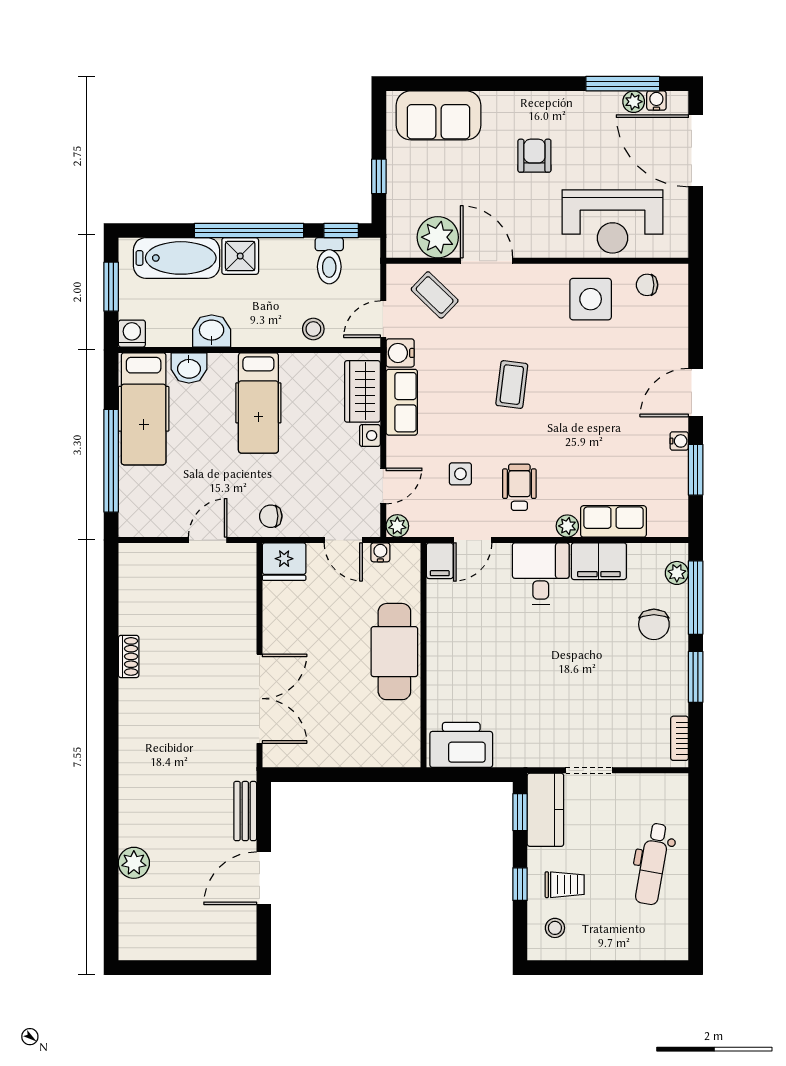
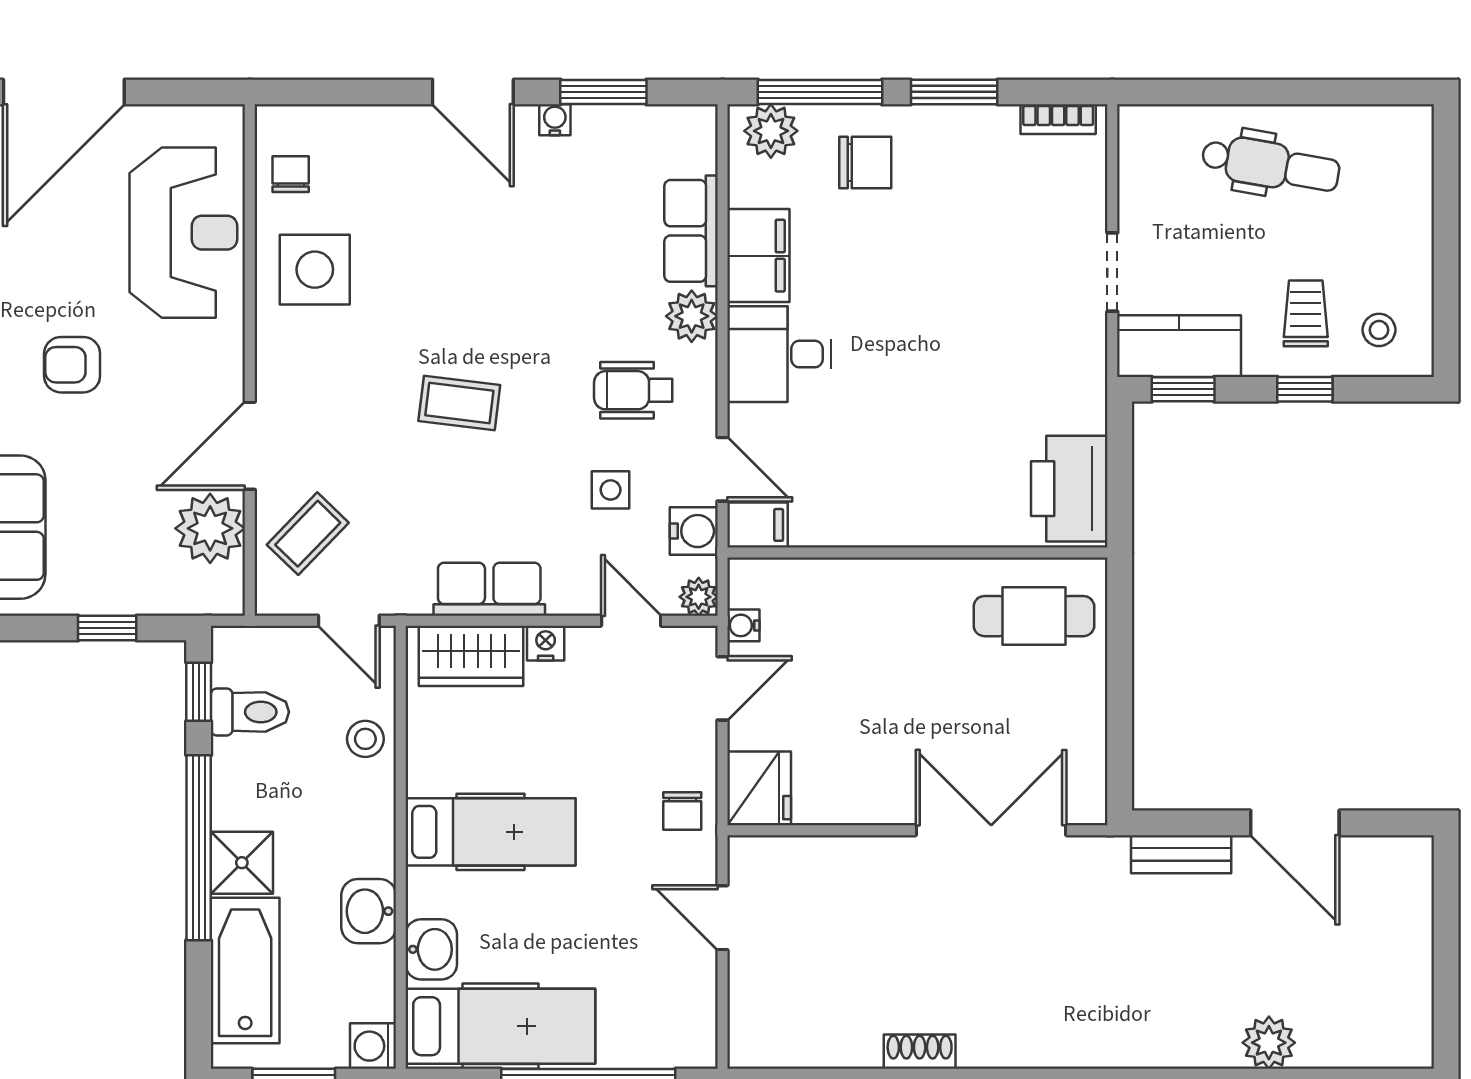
chair: (647, 285) -> (291, 174), turned 180
water cooler: (400, 353) -> (694, 531), moved, turned -90
plant: (567, 526) -> (692, 316), width x1.38, depth x1.38
plant: (677, 573) -> (771, 131), width x1.38, depth x1.38
cafe table: (394, 652) -> (1034, 616), moved, width x0.73, depth x0.74

